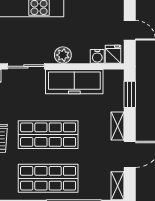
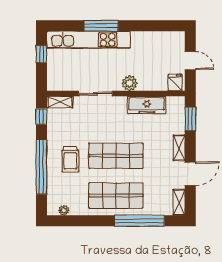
water cooler: (97, 56) -> (161, 84), removed
freezer: (74, 82) -> (147, 105), width x0.73, depth x0.79

